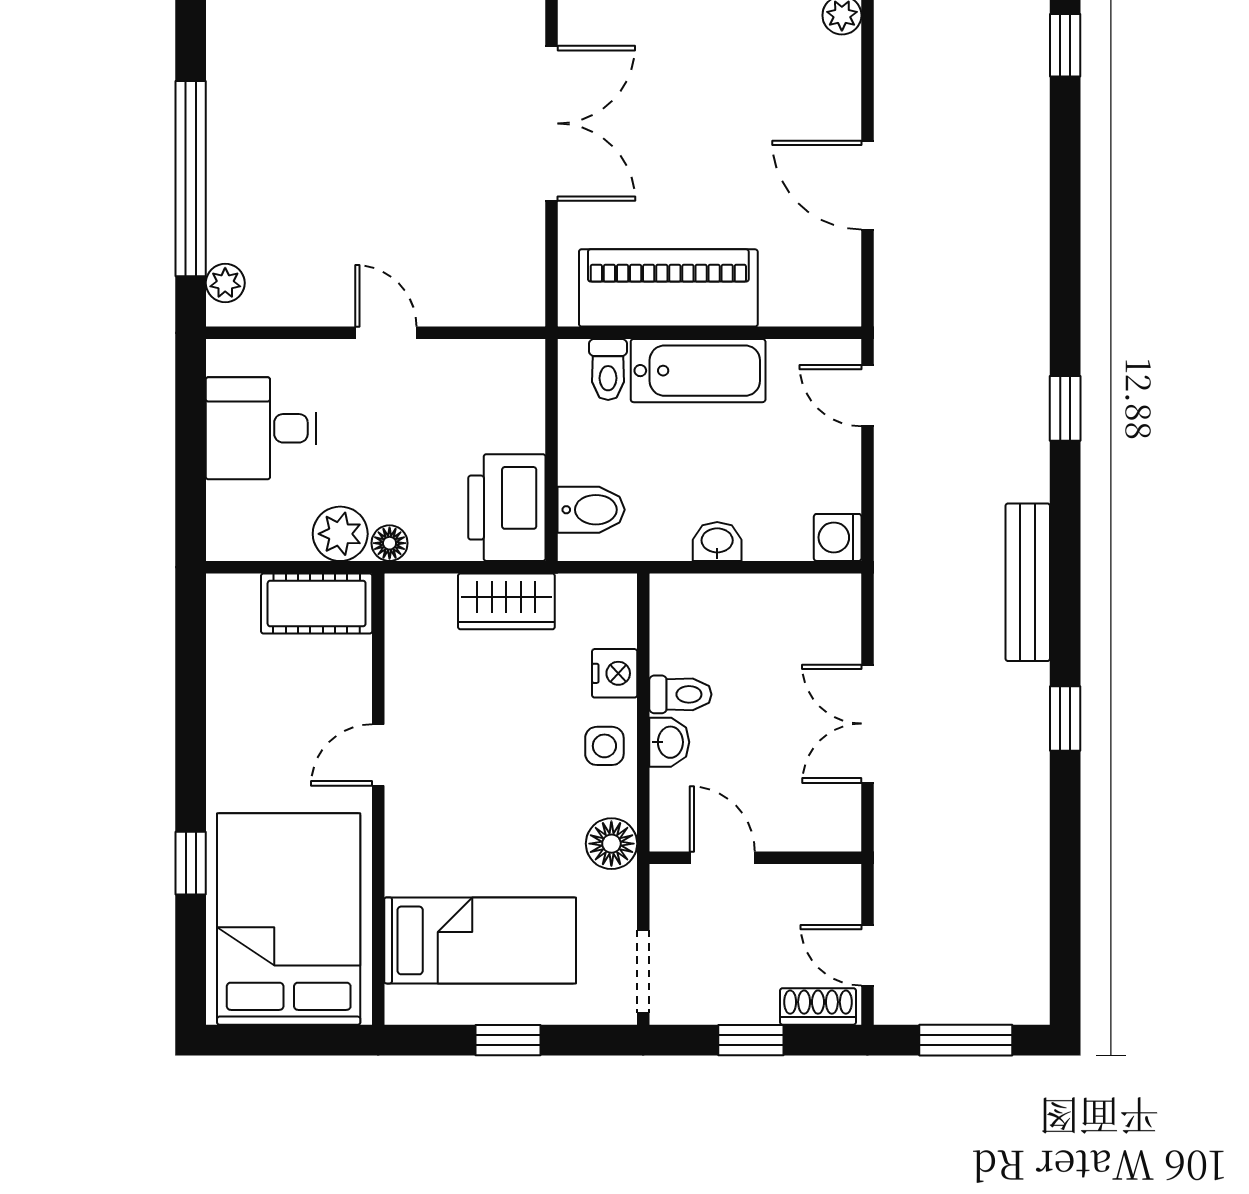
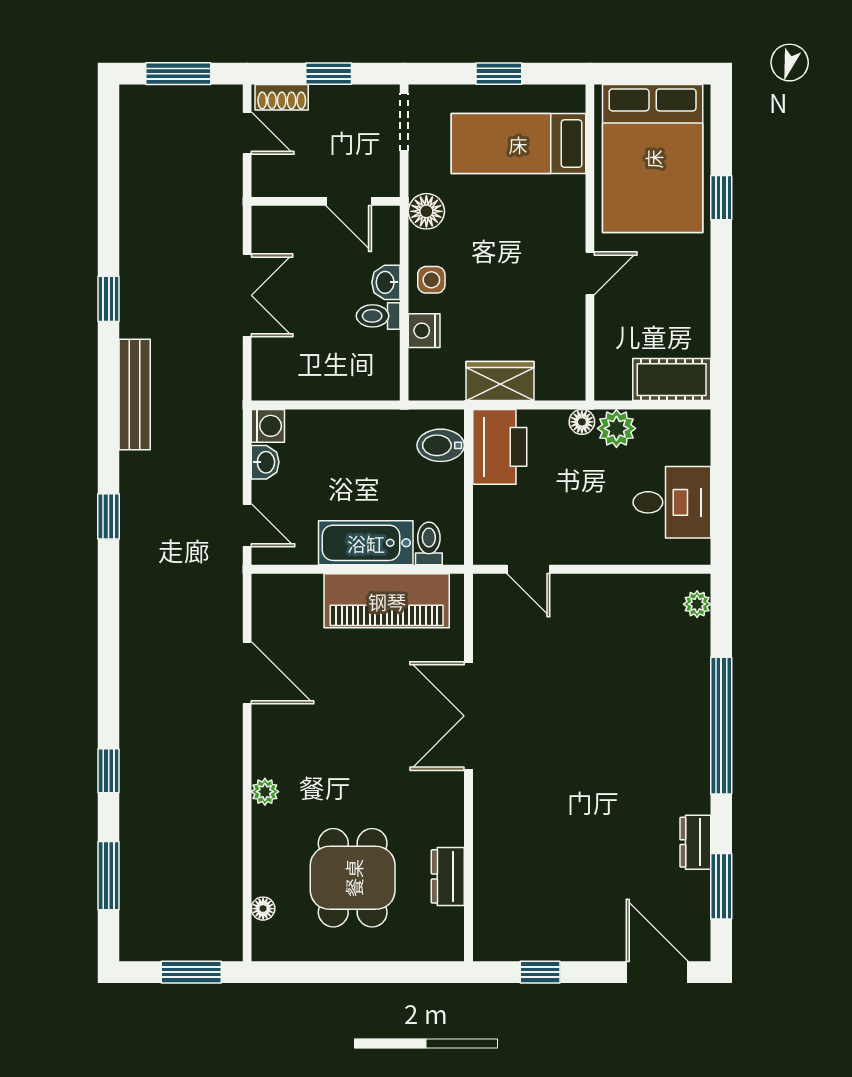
window: (191, 179) -> (721, 726), moved
door: (386, 333) -> (528, 569), moved
washbasin: (717, 542) -> (265, 462), moved, turned -90
cot: (317, 604) -> (672, 380), moved

